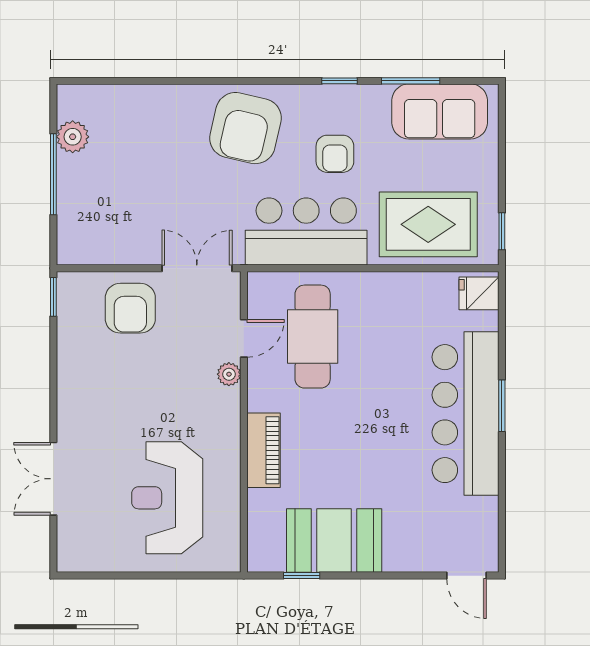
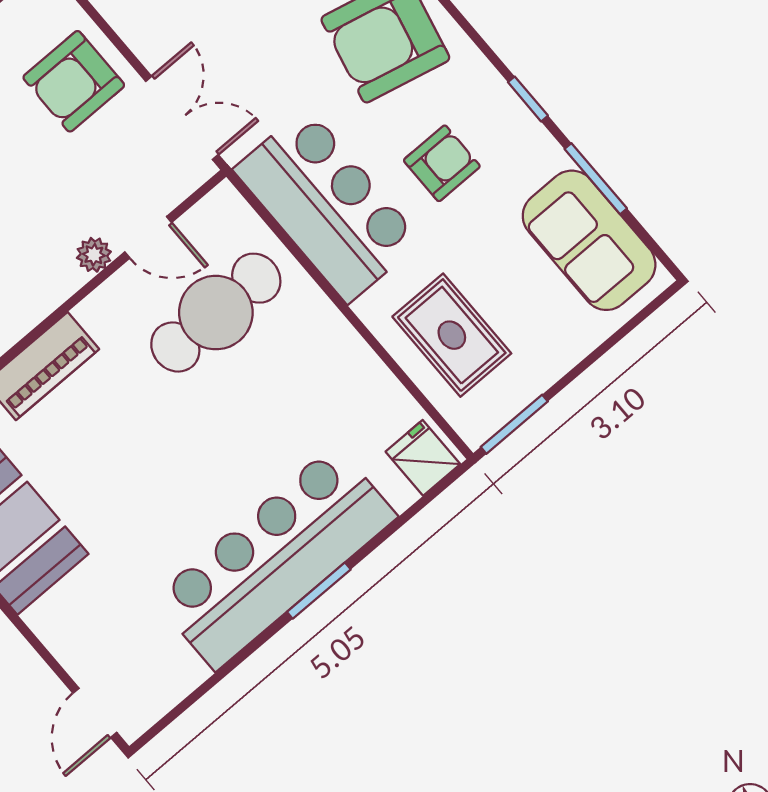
armchair: (335, 154) -> (442, 163), turned 180
rug: (428, 224) -> (452, 335), width x0.73, depth x0.70
window: (502, 231) -> (514, 424), width x1.50

